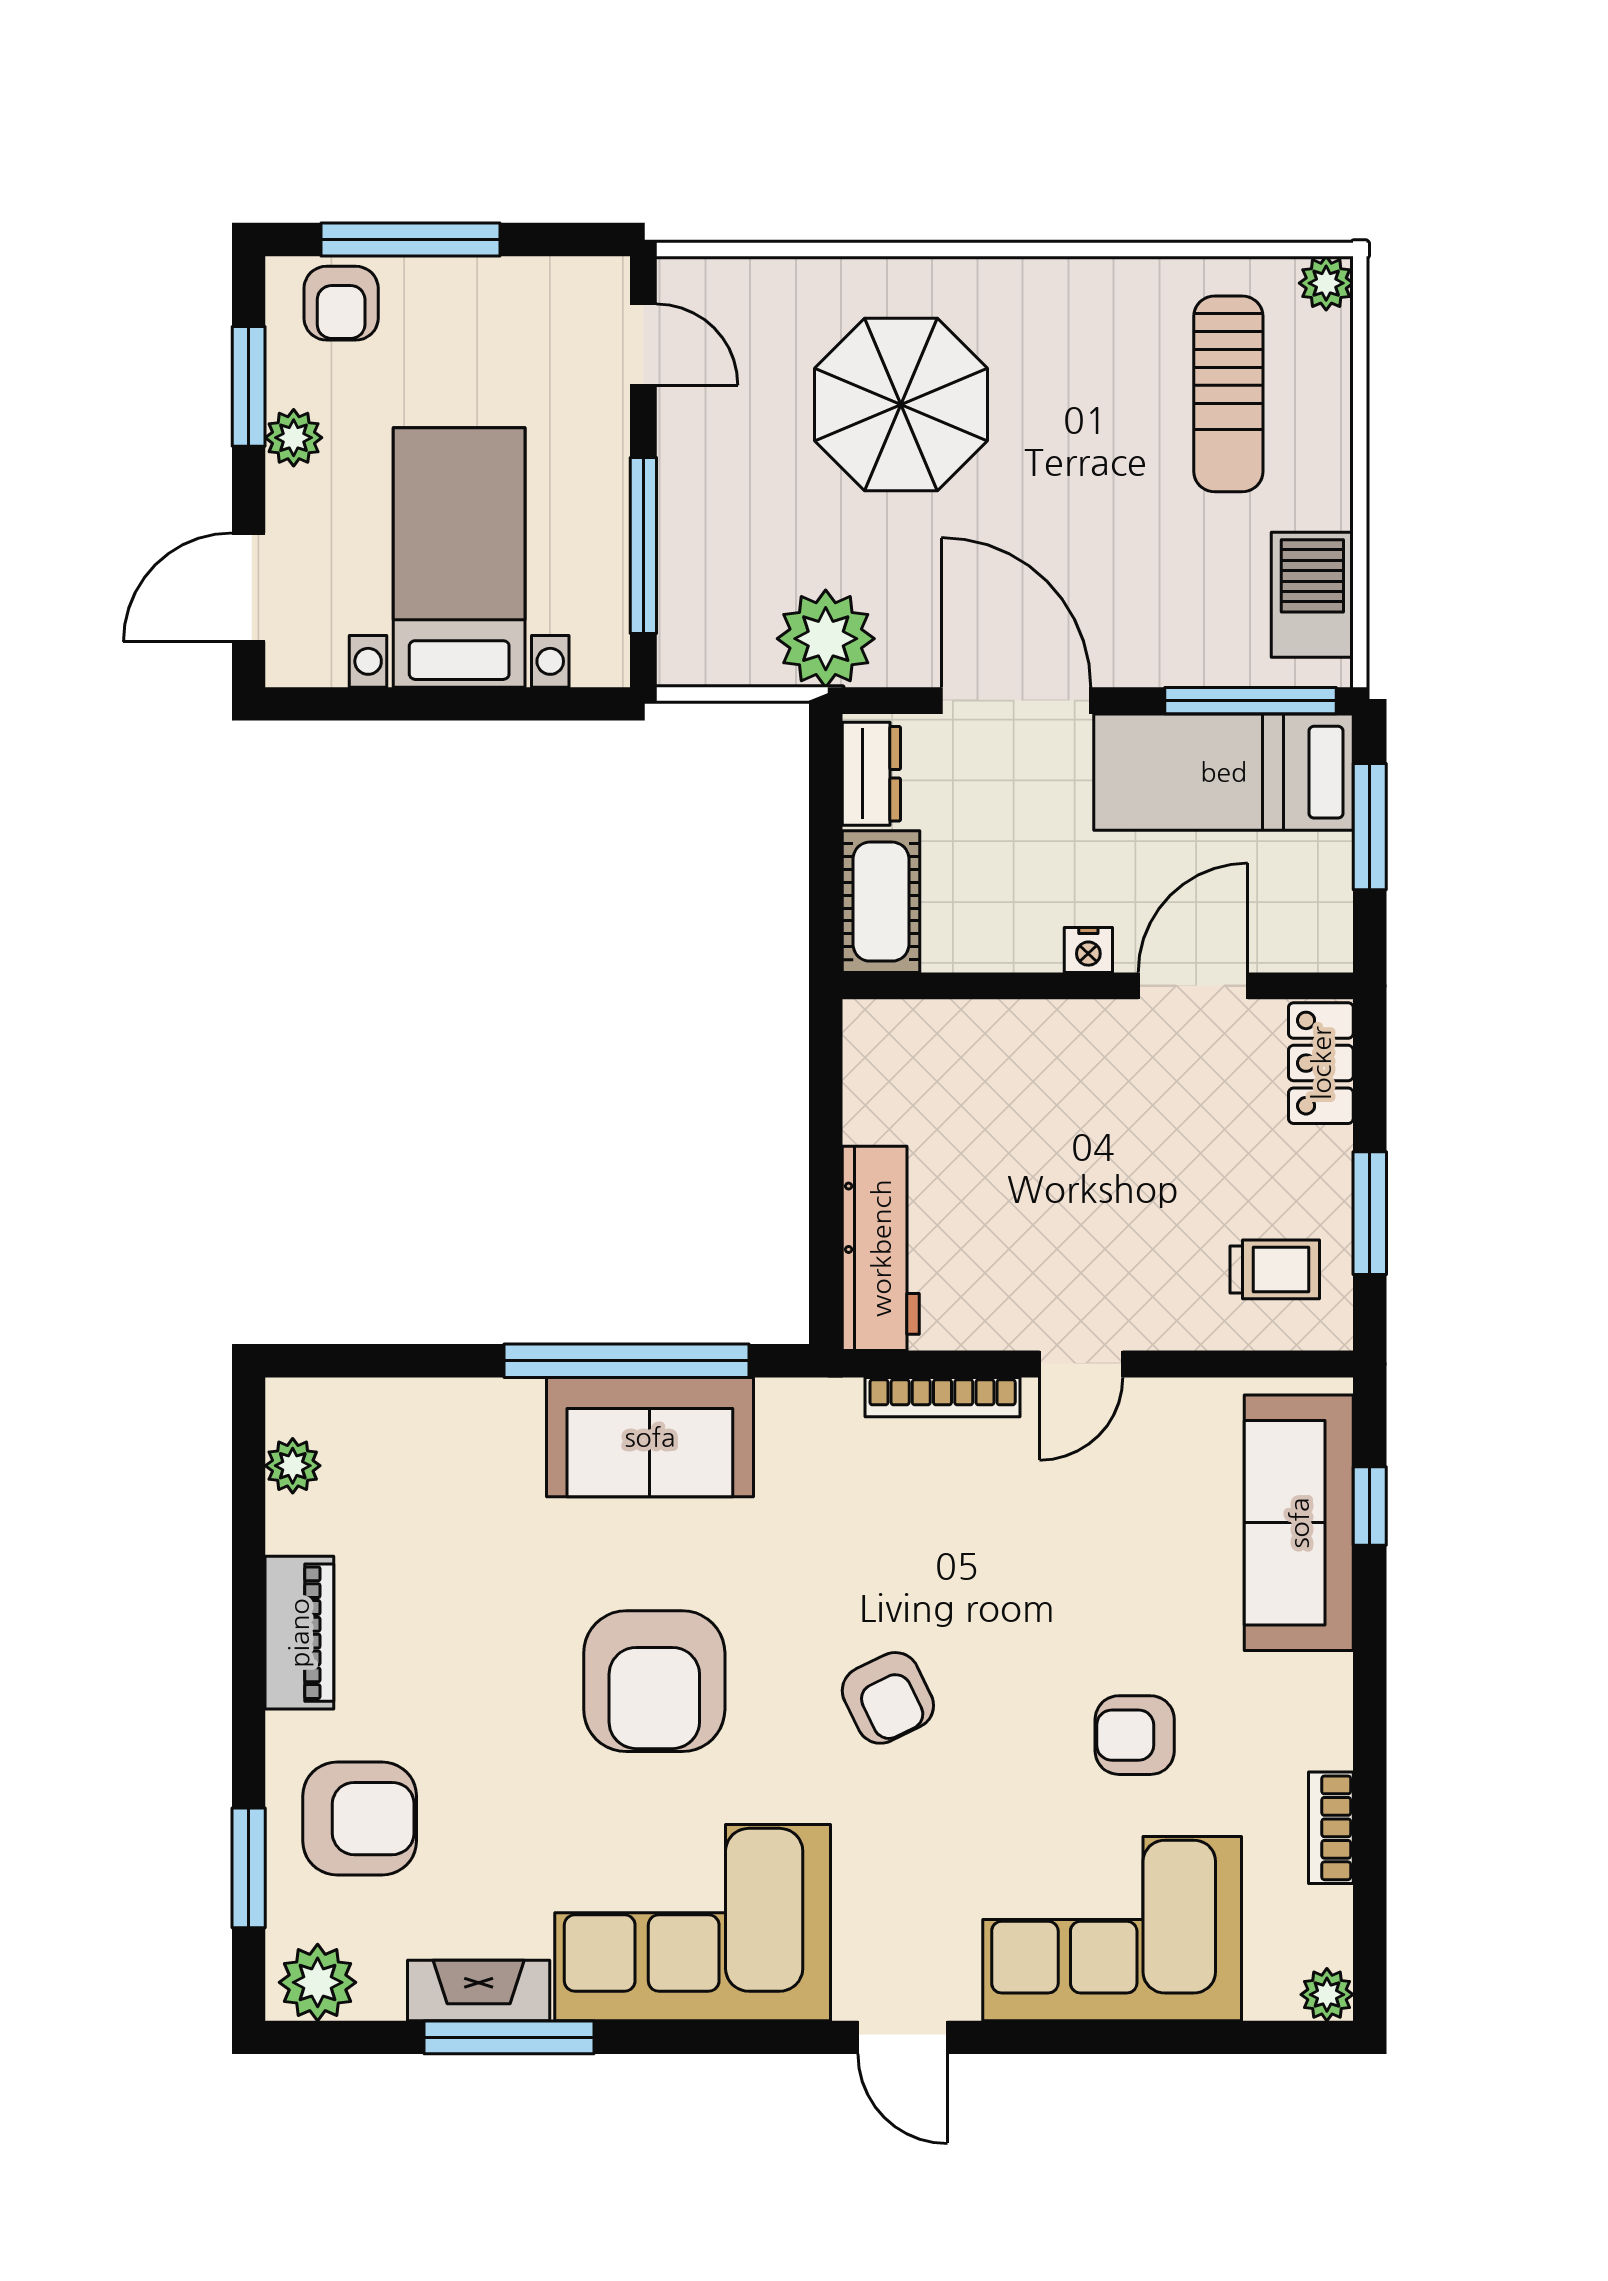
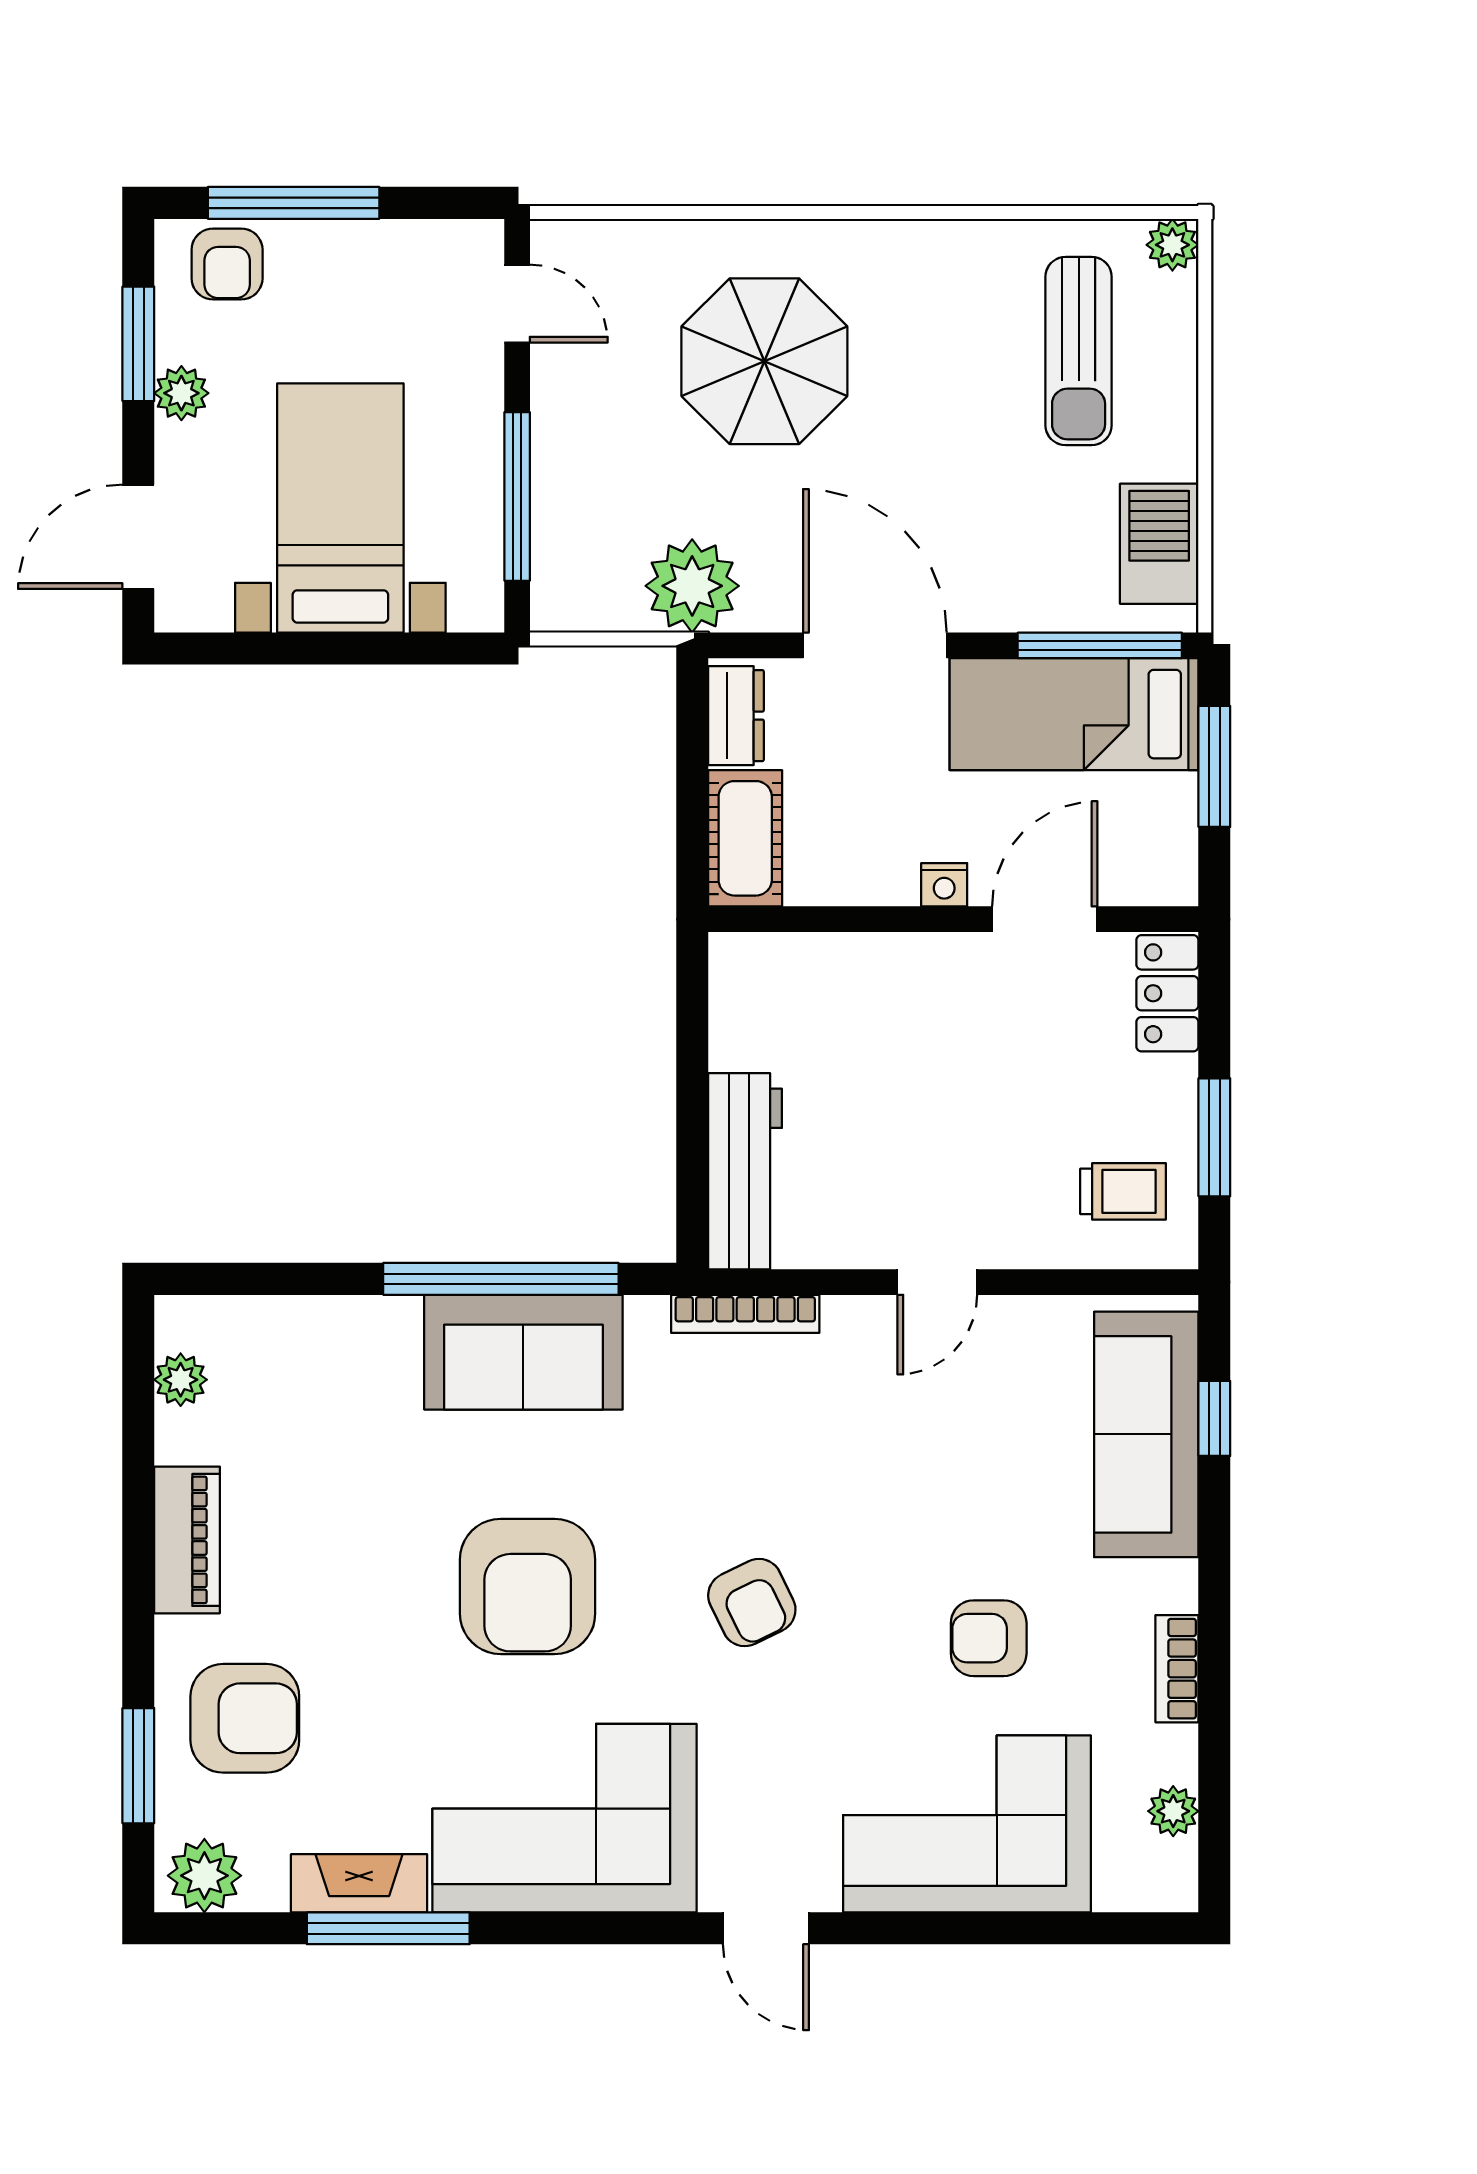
bookcase: (943, 1397) -> (745, 1314), moved
bookcase: (1331, 1828) -> (1177, 1669), moved
plant: (1327, 1995) -> (1173, 1811), moved

